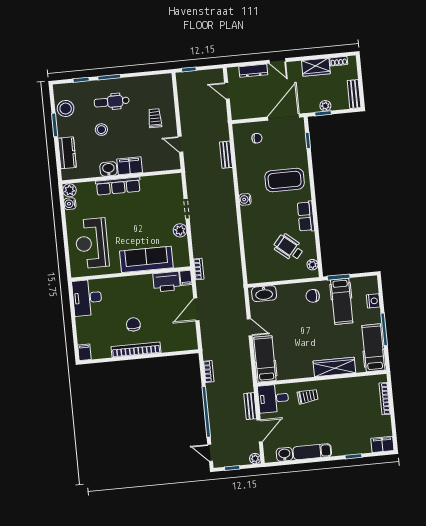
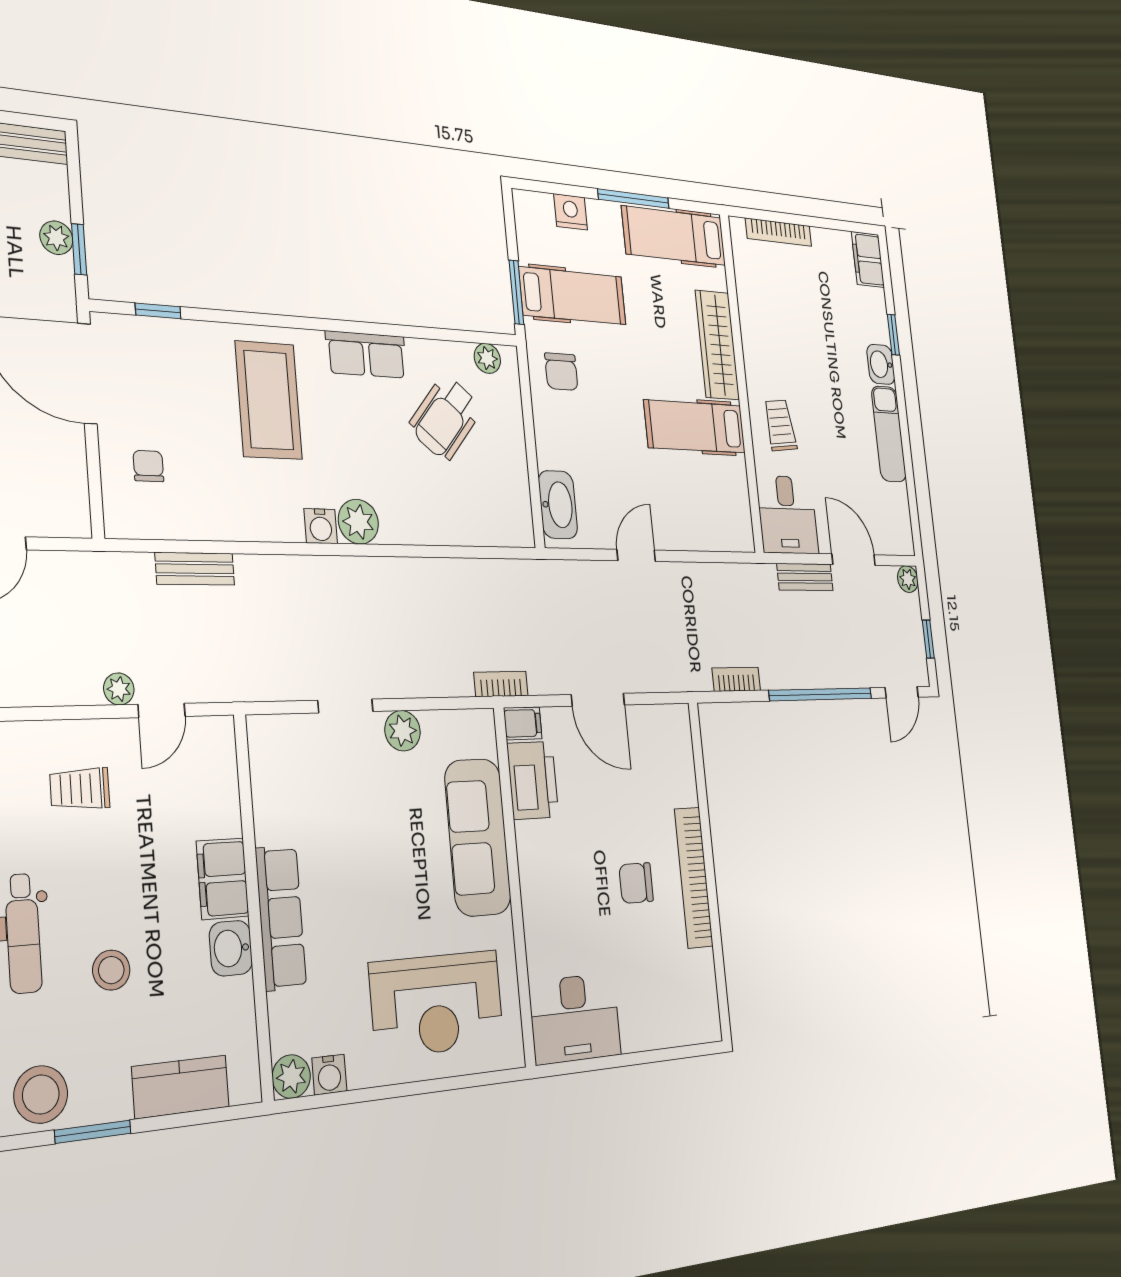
plant: (186, 130) -> (119, 689), added
plant: (248, 213) -> (358, 522), added
filing cabinet: (84, 352) -> (703, 1026), removed
hospital bed: (265, 359) -> (695, 426), moved
washbasin: (284, 454) -> (881, 364), moved

